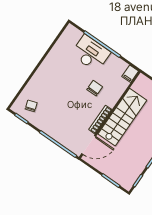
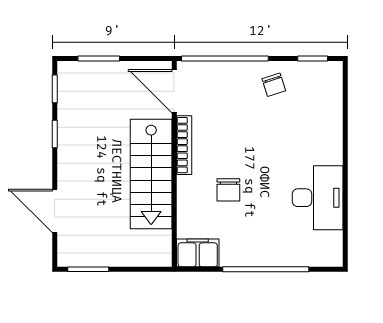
desk: (91, 53) -> (318, 198), moved, turned -90
filing cabinet: (130, 74) -> (198, 253), width x2.00
chair: (31, 106) -> (274, 85), moved
door: (89, 145) -> (174, 91), hinge flipped

